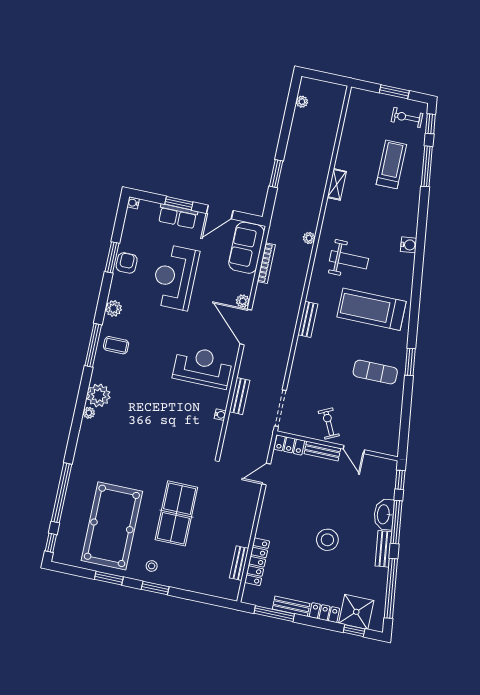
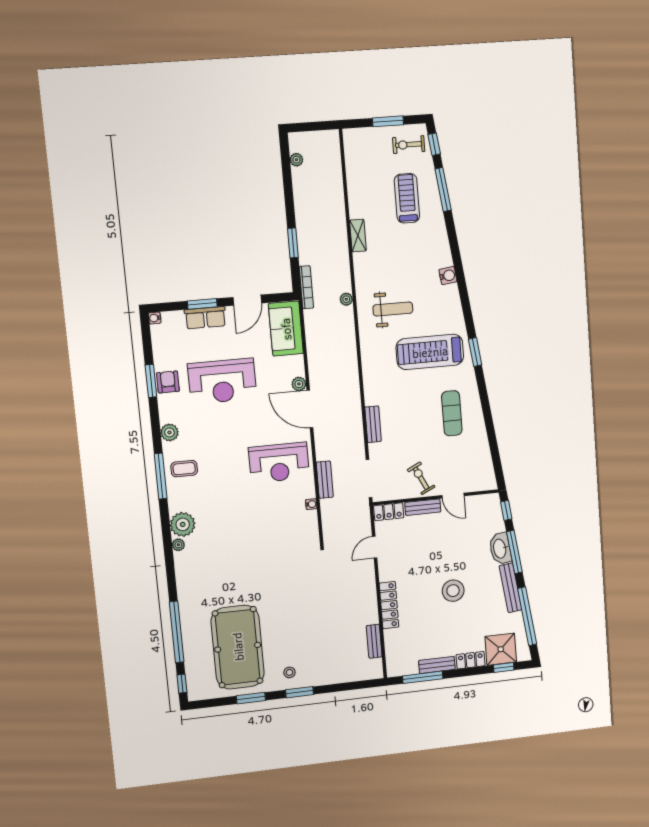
bookcase: (266, 263) -> (306, 287), moved
reception desk: (175, 277) -> (222, 381), turned -90
bench: (308, 319) -> (373, 424), moved
window: (410, 362) -> (475, 352), moved
reception desk: (203, 367) -> (279, 463), turned 180
exercise mat: (375, 372) -> (452, 413), turned 90
table tennis table: (176, 513) -> (298, 614), removed
bench: (383, 549) -> (510, 588), width x1.36
locker: (257, 562) -> (389, 605), moved

